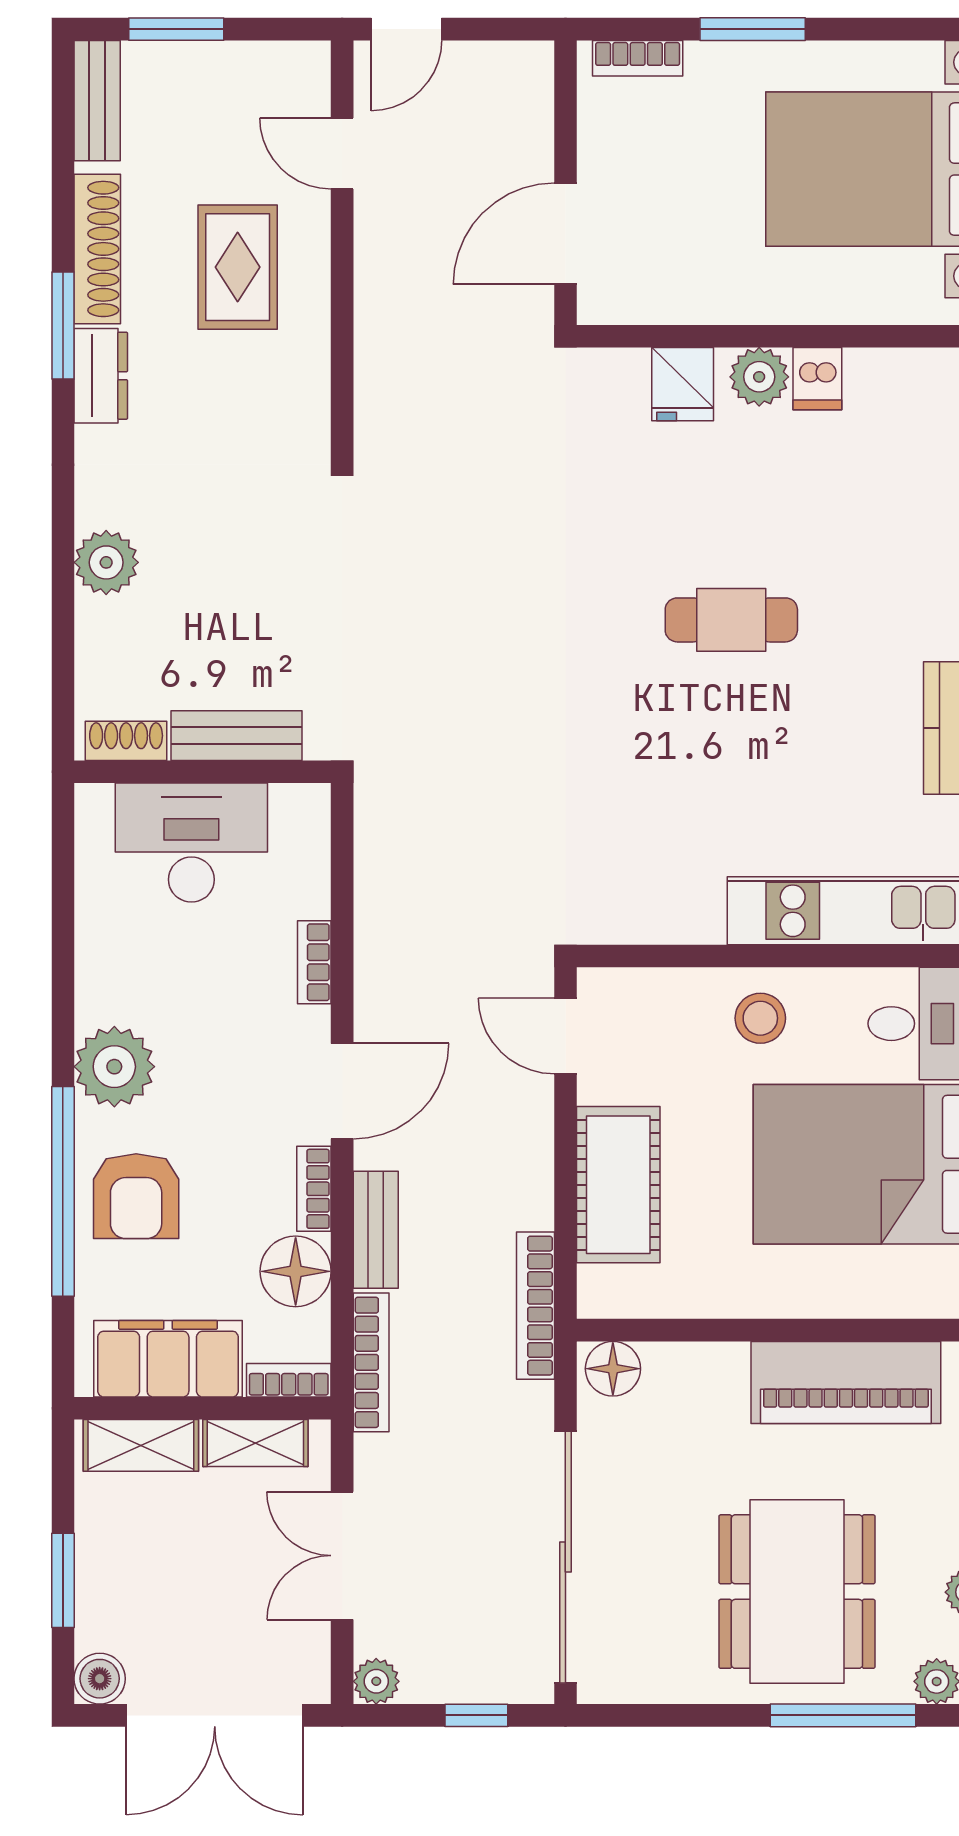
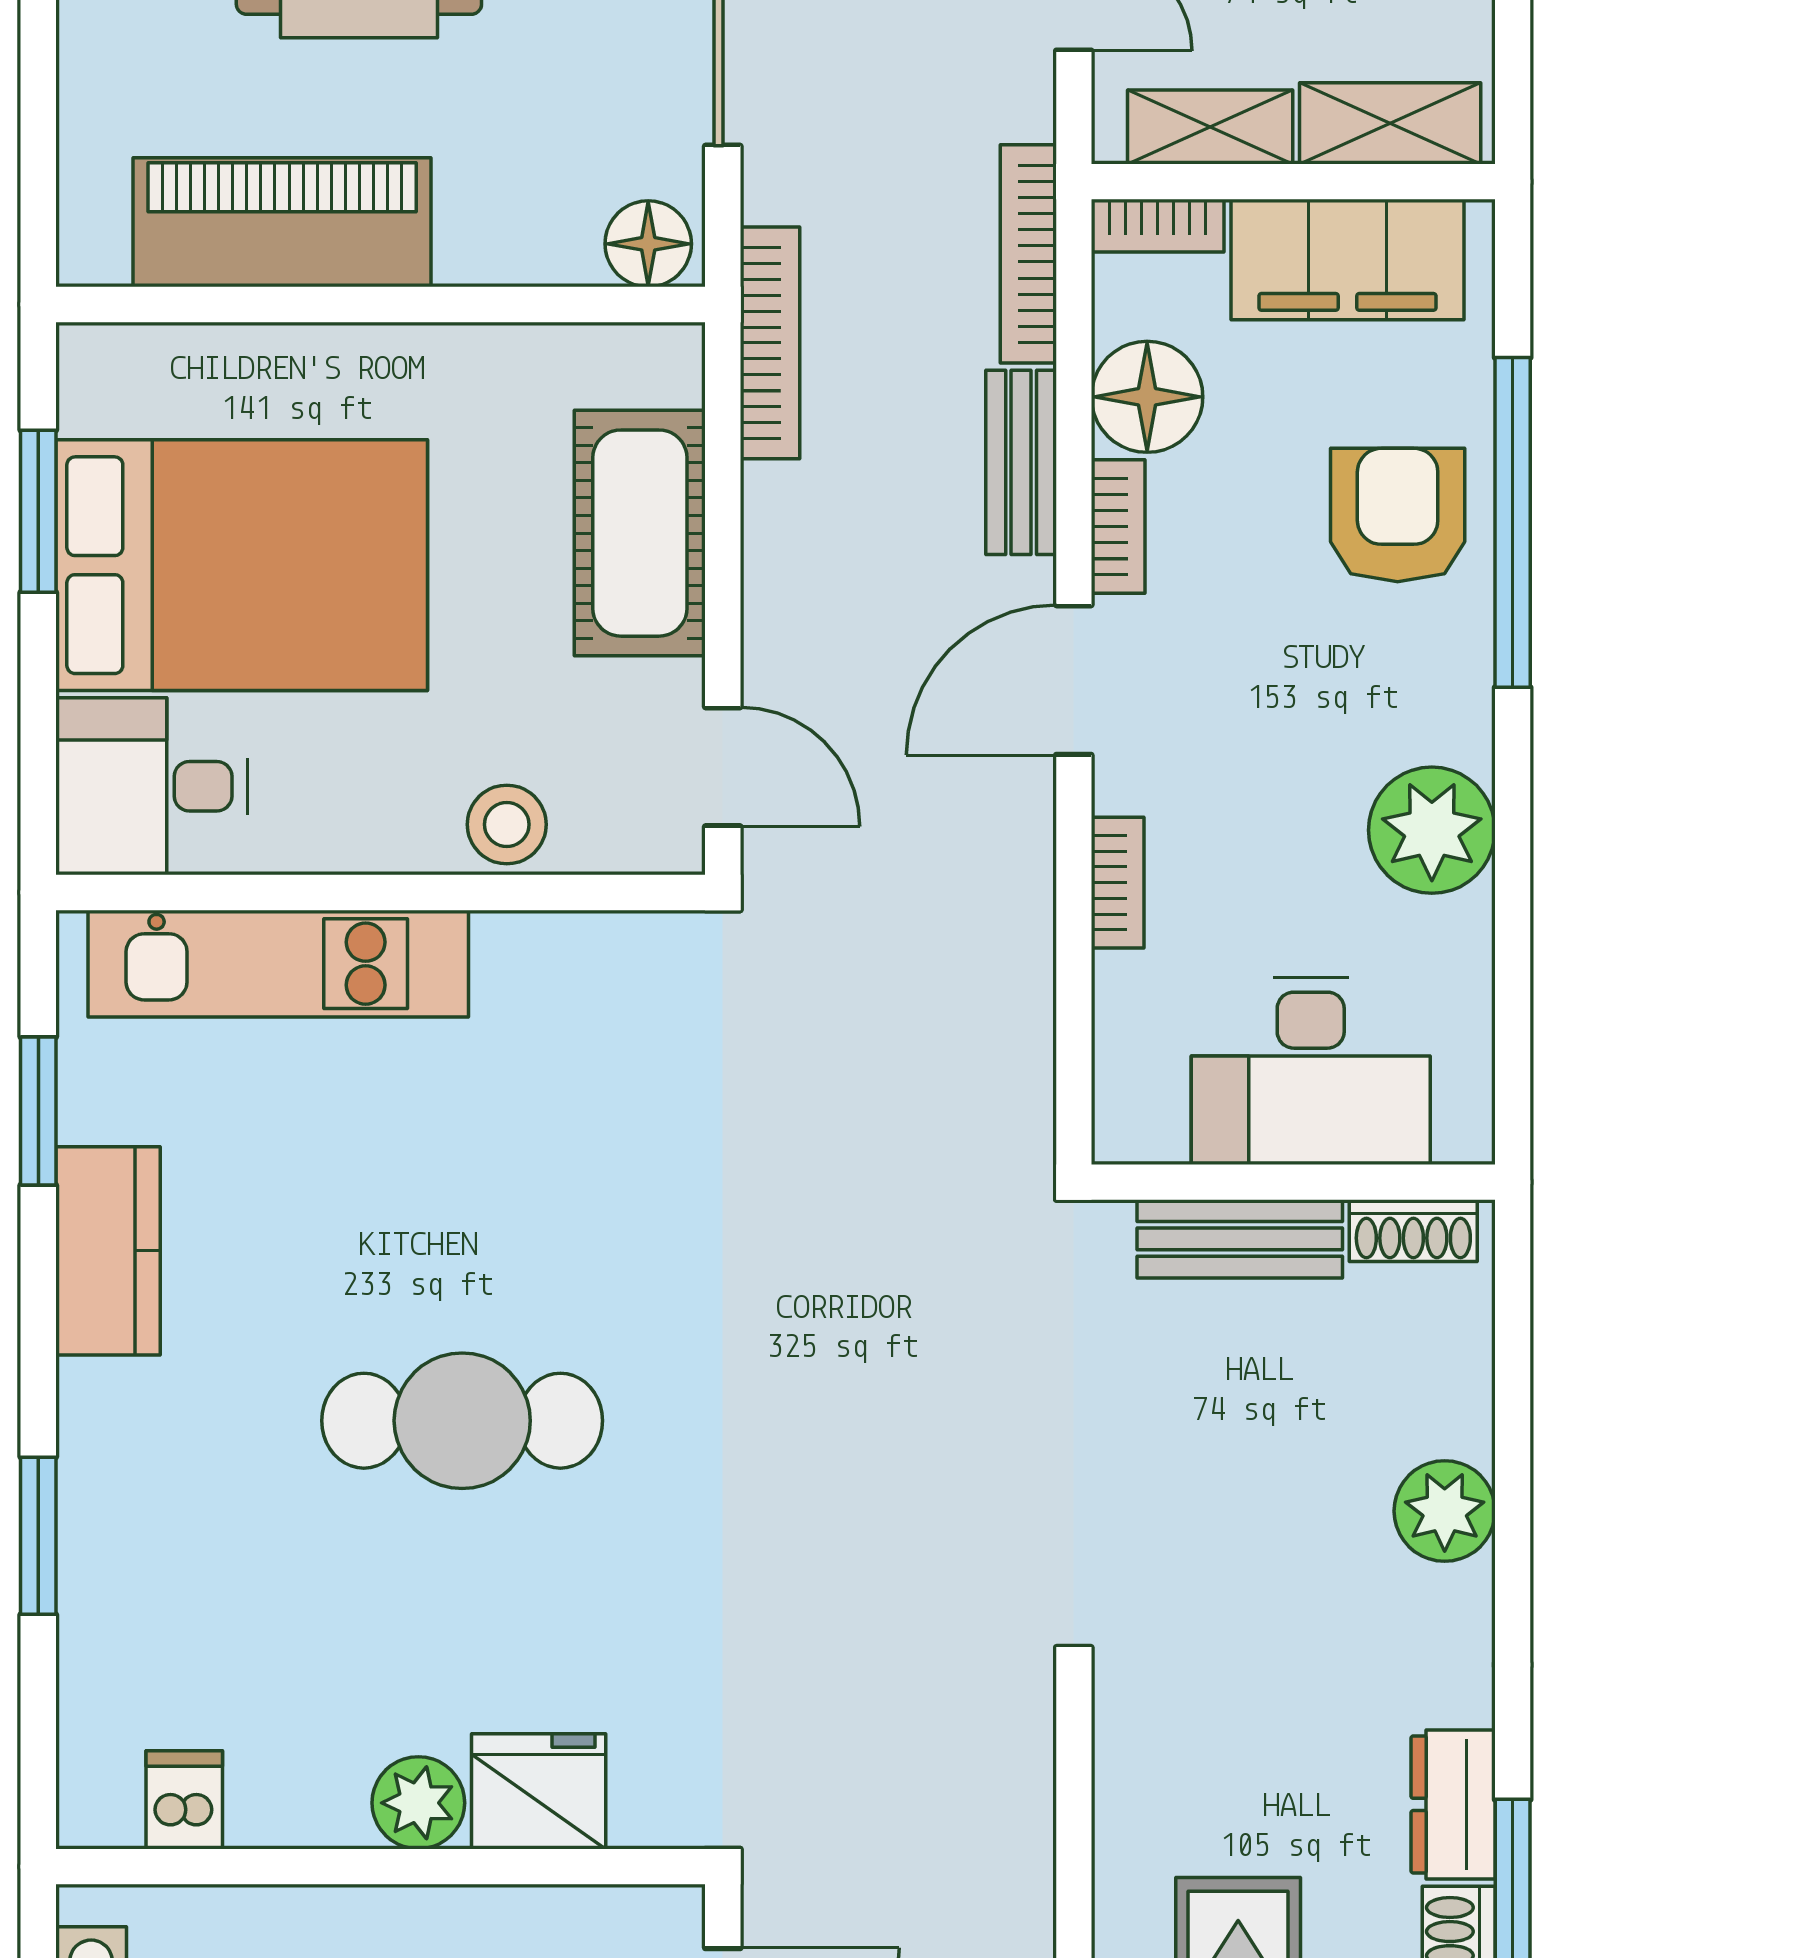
dishwasher: (817, 379) -> (184, 1800), moved
fridge: (683, 384) -> (539, 1791), width x1.38
cafe table: (731, 620) -> (462, 1421), width x1.37, depth x1.35
stool: (760, 1018) -> (507, 824), moved
plant: (114, 1067) -> (1432, 830), moved

